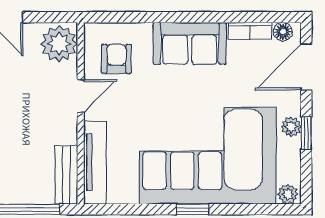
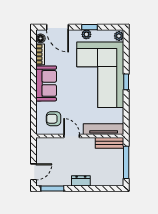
plant: (59, 44) -> (46, 146), removed

